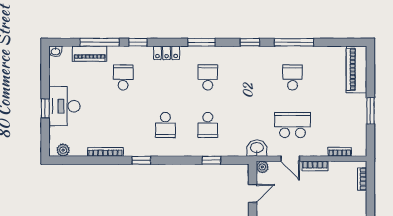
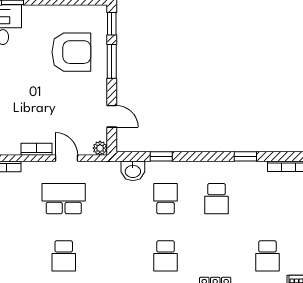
school desk: (165, 125) -> (217, 199), turned 180
school desk: (293, 125) -> (64, 199), turned 180
washbasin: (257, 148) -> (133, 171), moved
door: (253, 193) -> (112, 116), swing flipped

